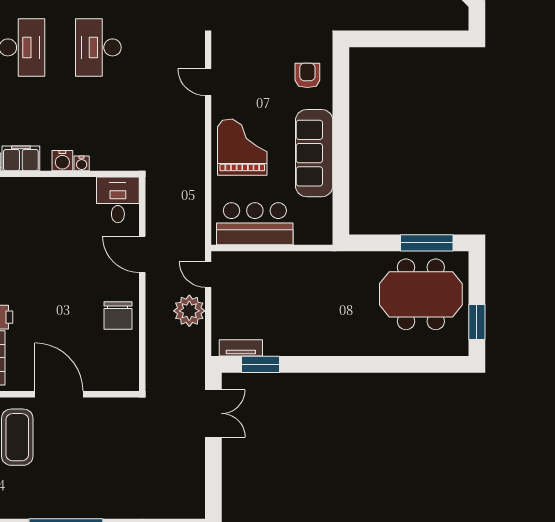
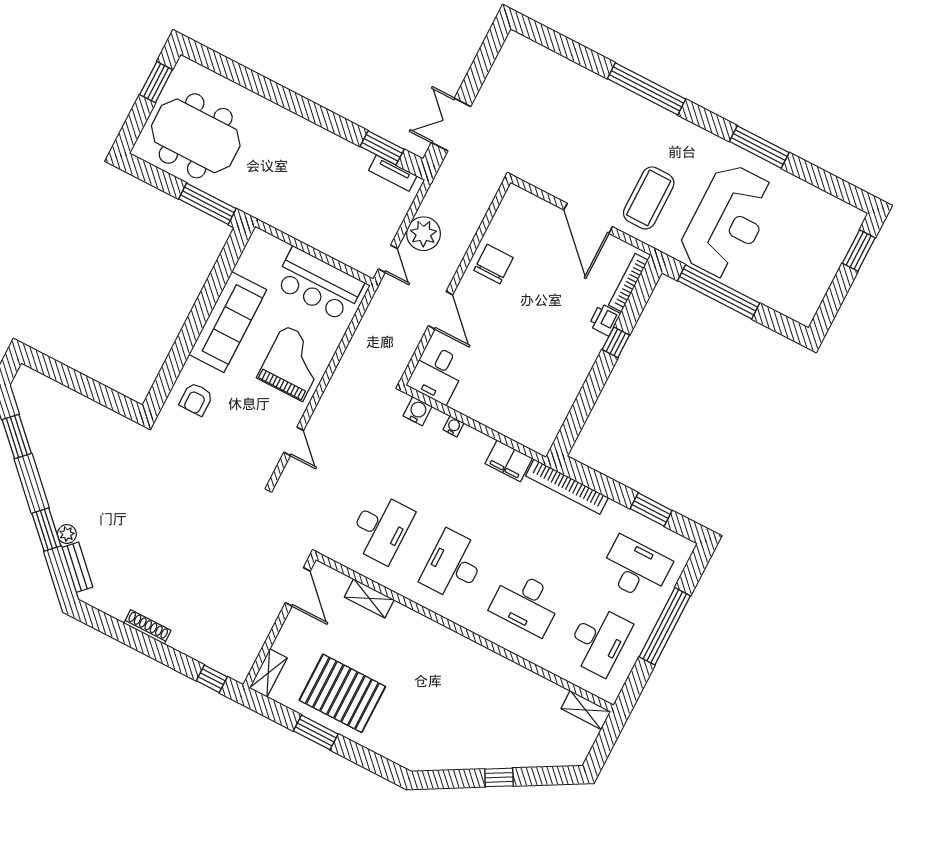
grand piano: (242, 147) -> (293, 363), turned 180
water cooler: (62, 161) -> (418, 411), moved
window: (427, 243) -> (207, 204), moved

